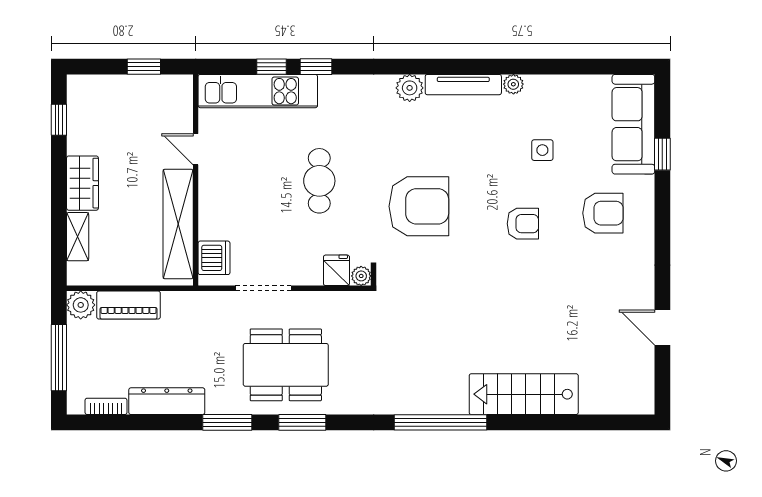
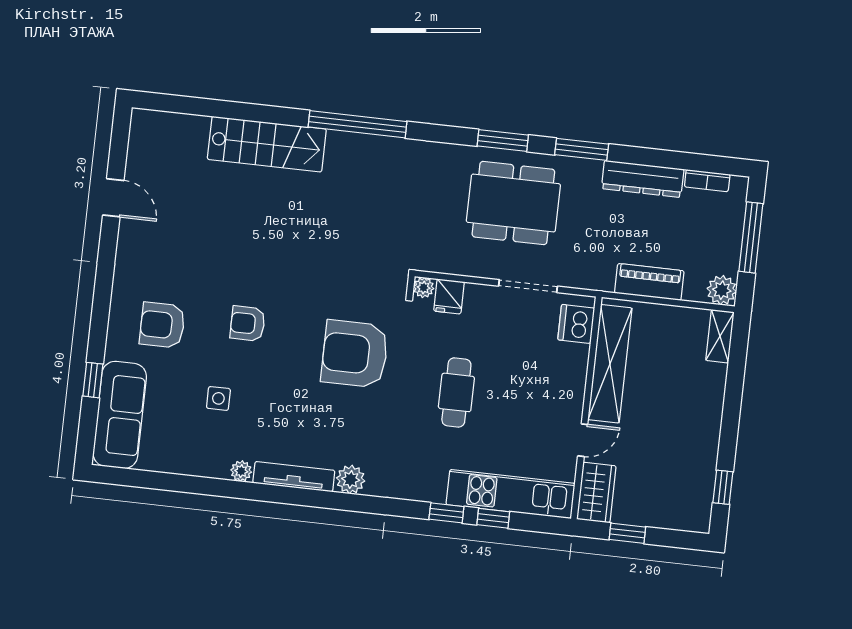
door: (196, 149) -> (583, 440), hinge flipped
wardrobe: (82, 183) -> (596, 493), moved, turned 180
shelving: (78, 237) -> (720, 336), moved
piano: (129, 305) -> (649, 282), moved

